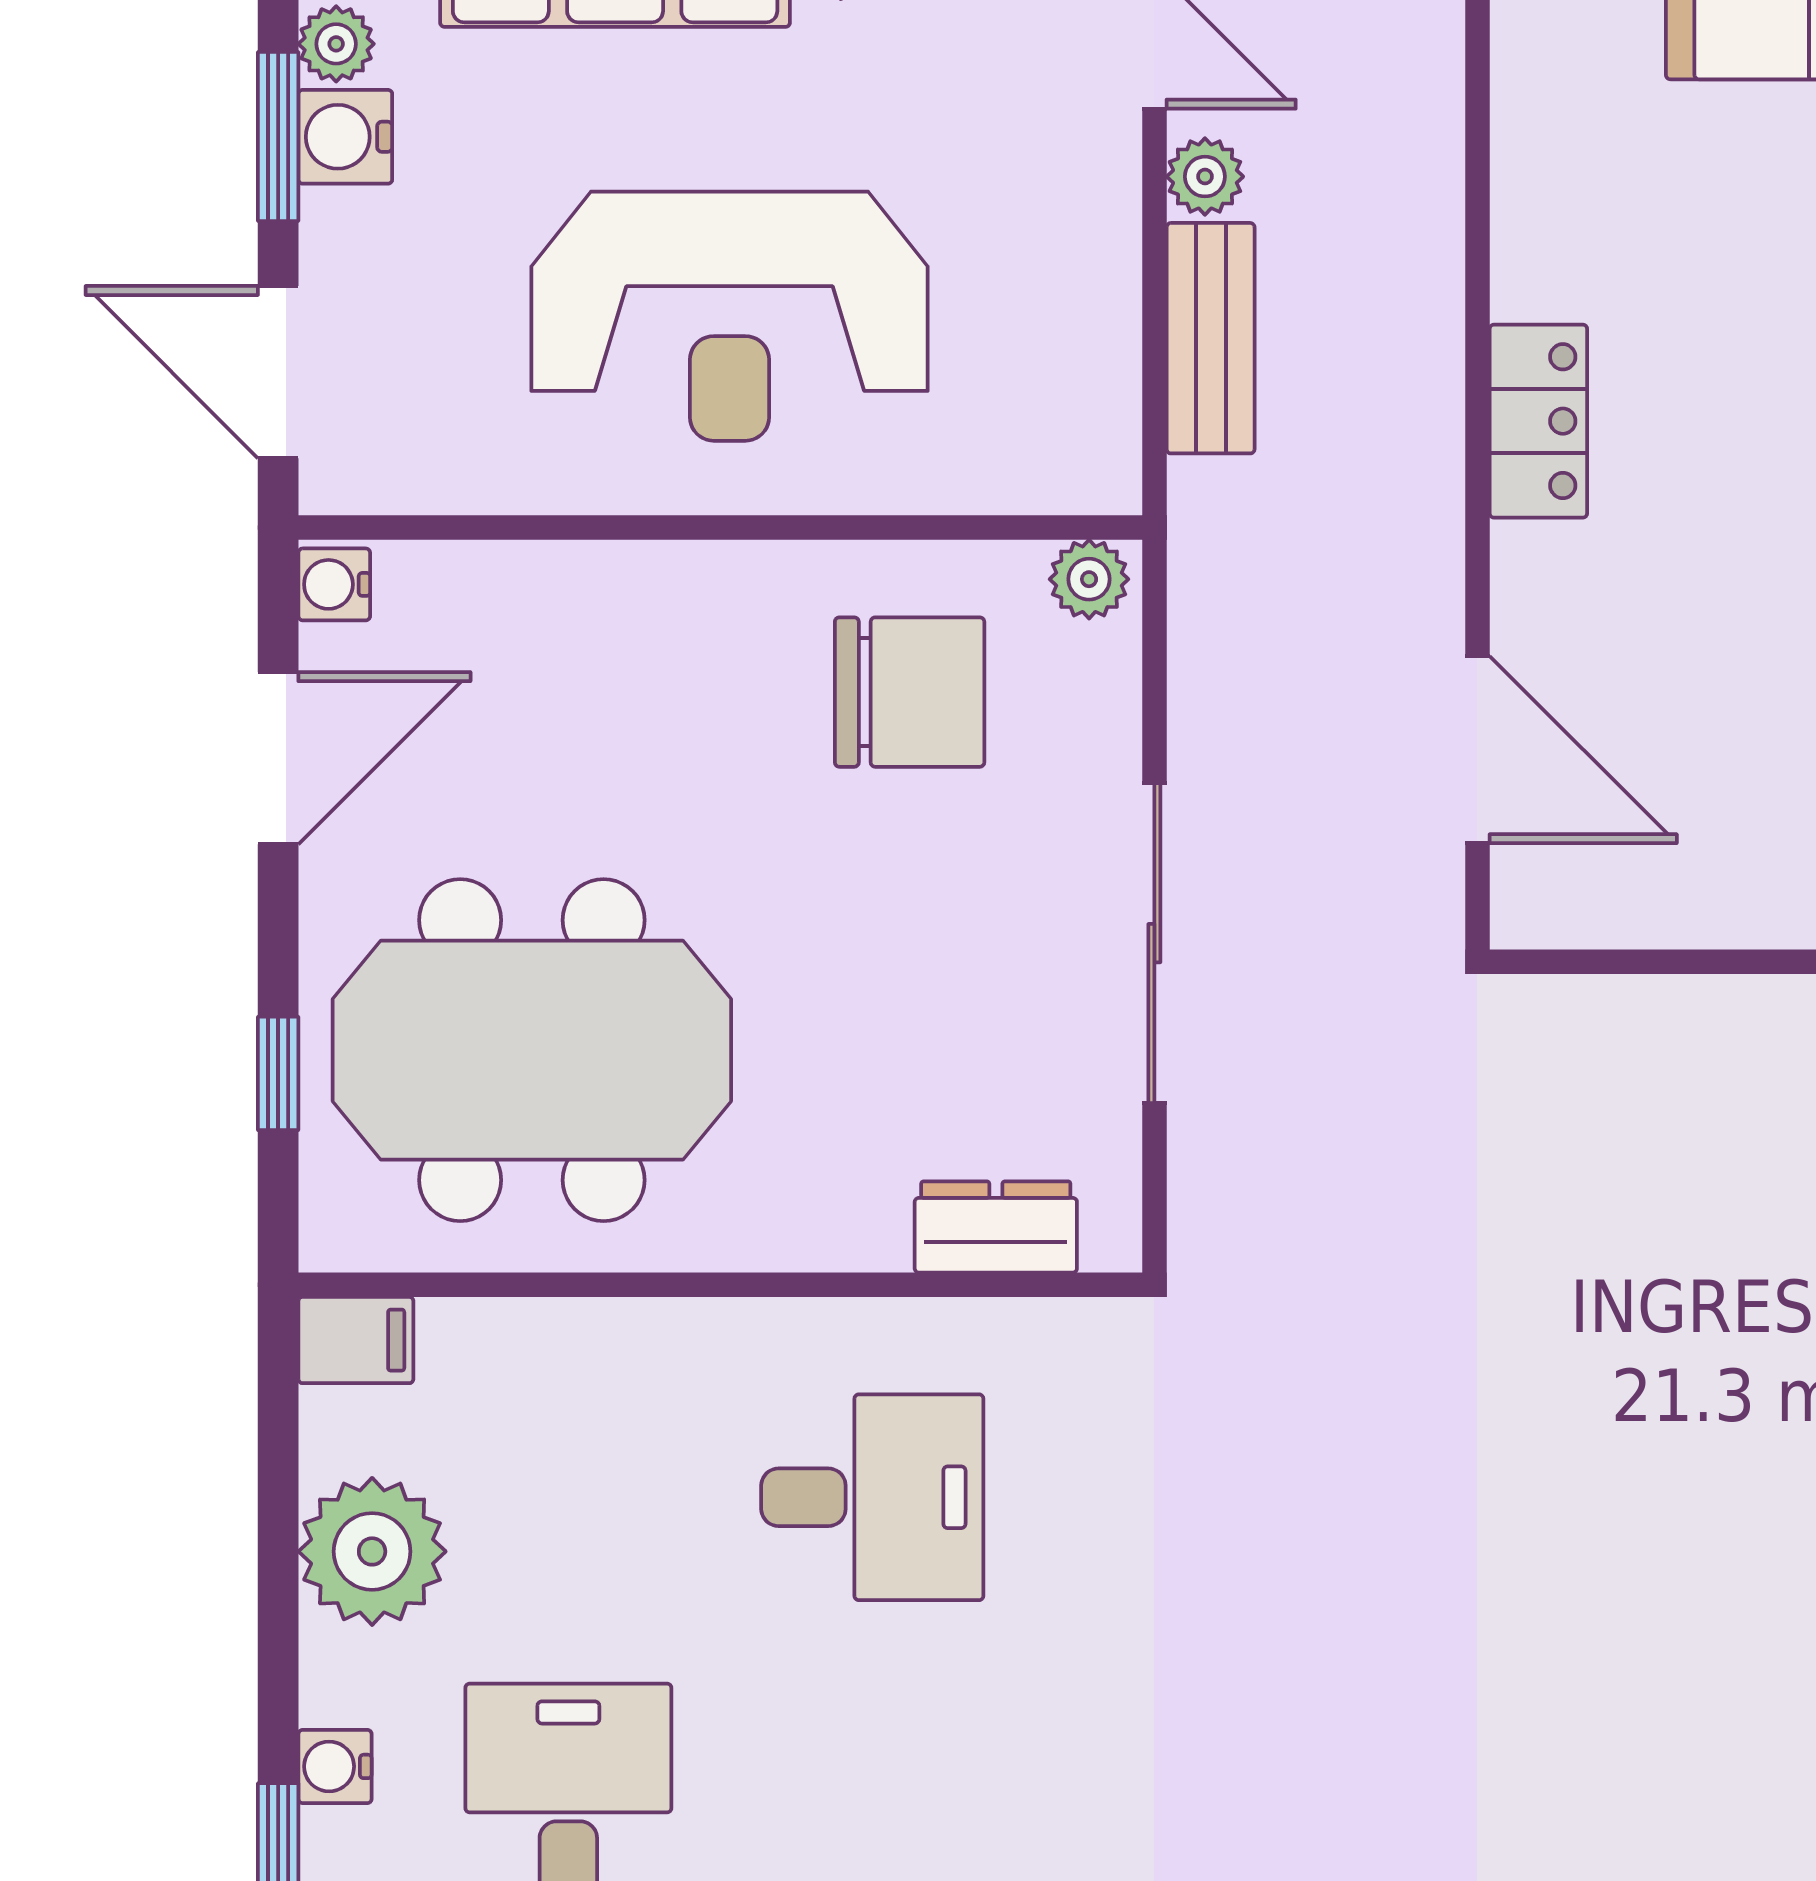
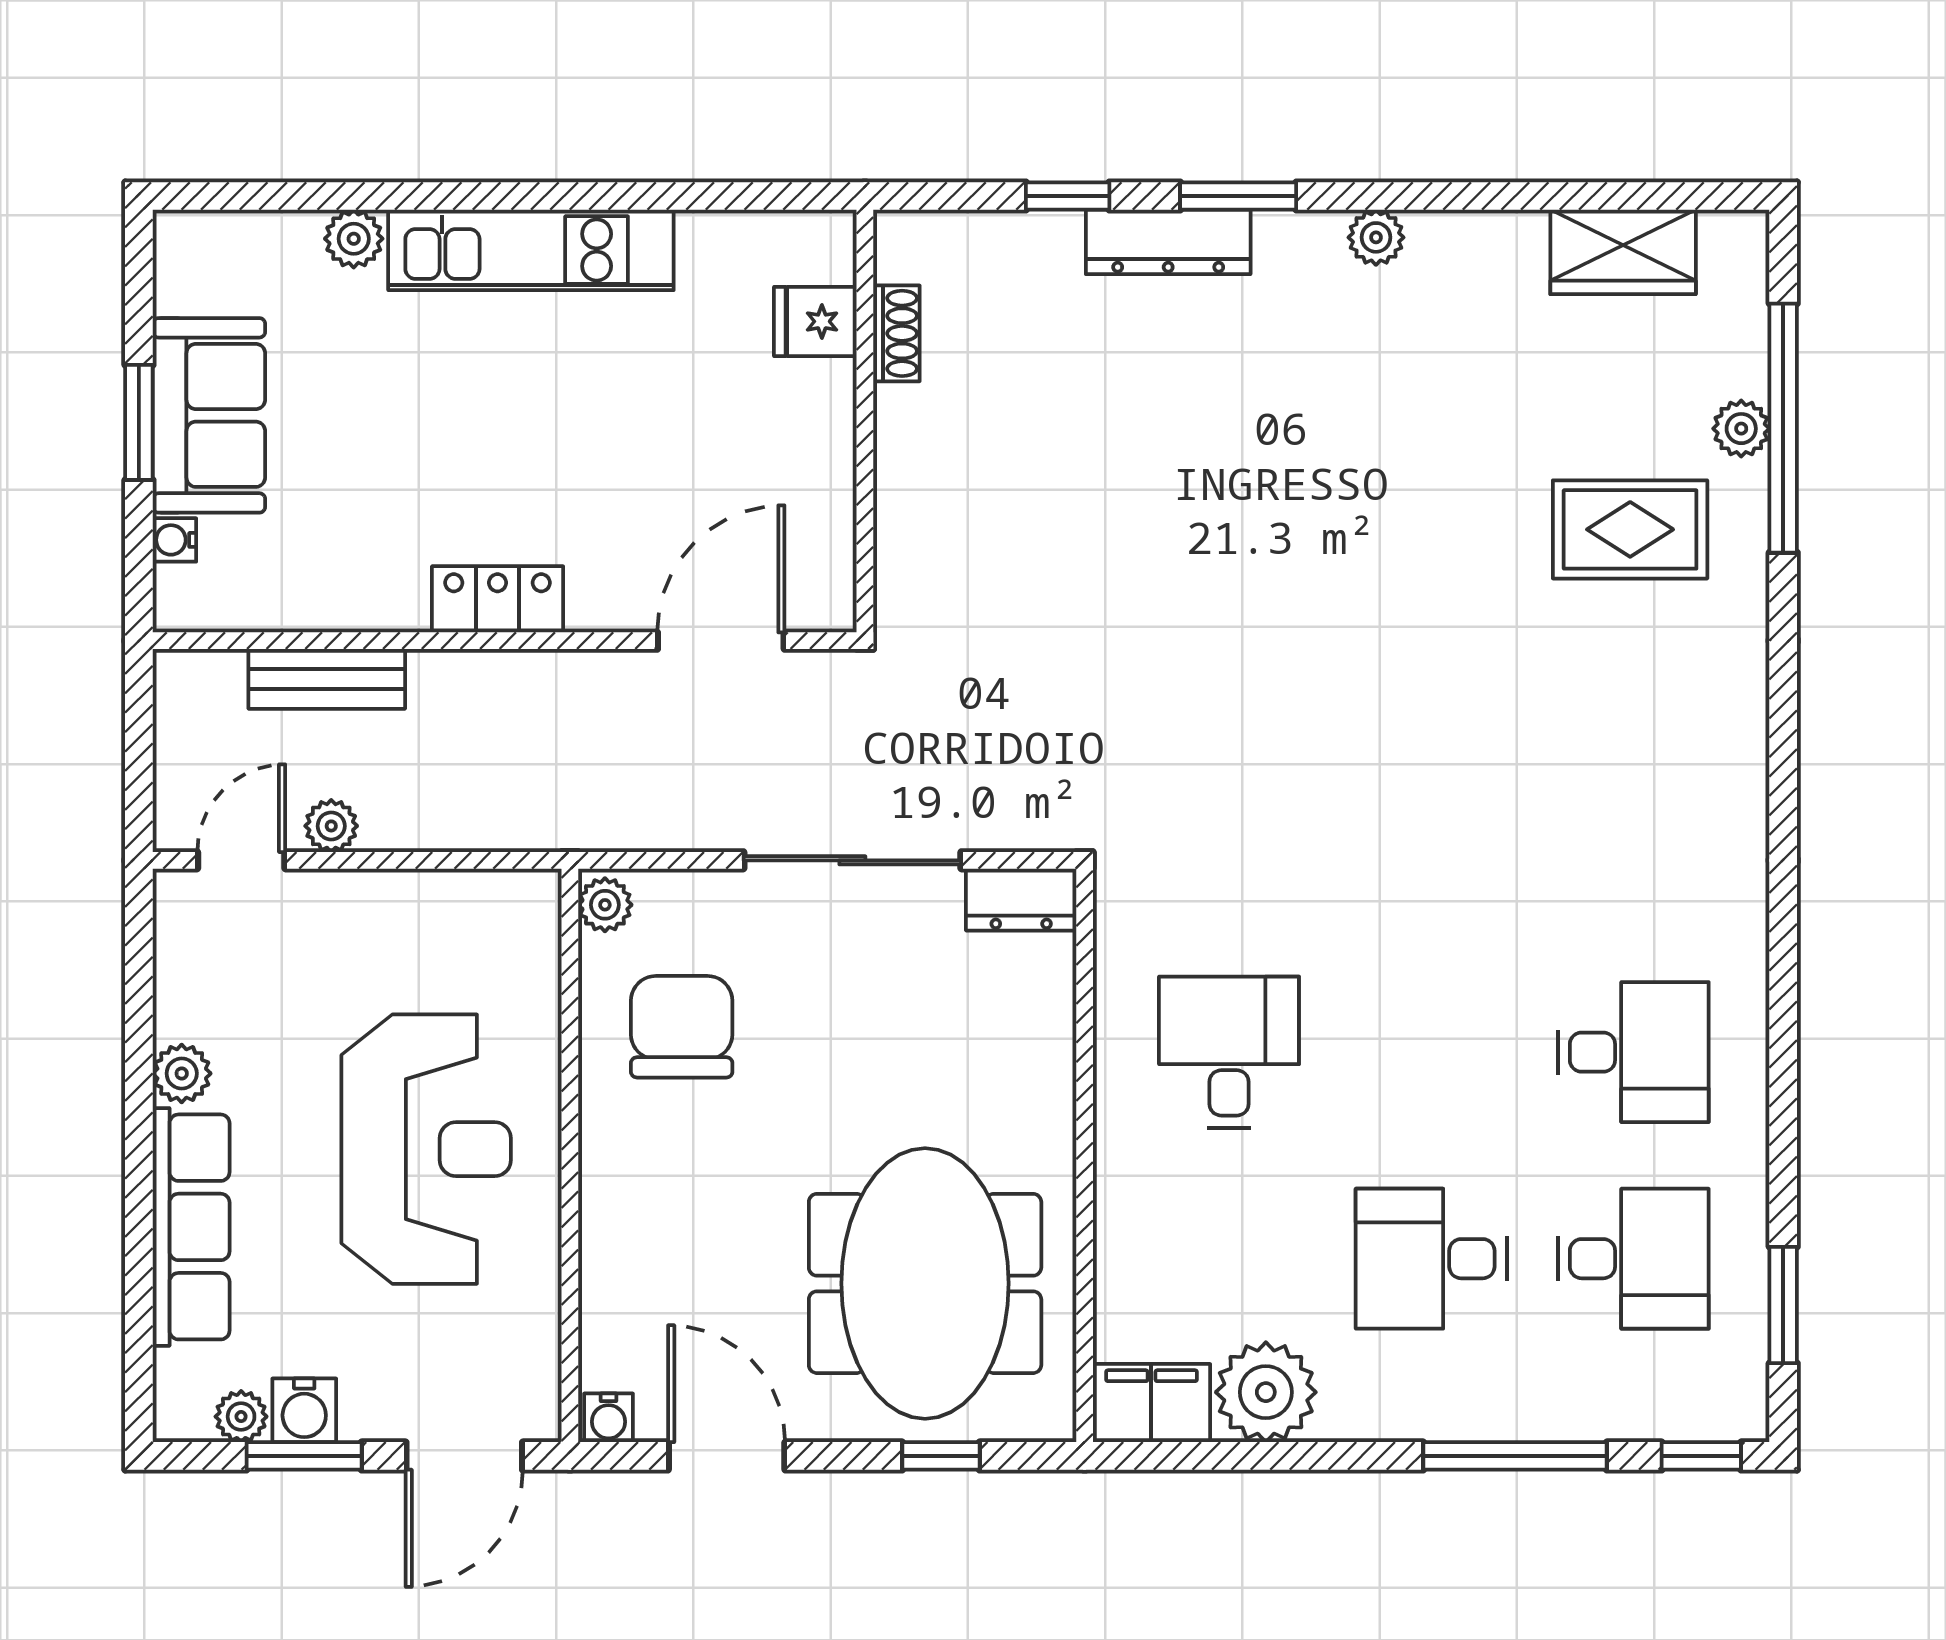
bench: (1211, 338) -> (327, 679), moved
dresser: (996, 1227) -> (1021, 900), moved, turned -90
filing cabinet: (356, 1340) -> (1151, 1403), width x2.00
water cooler: (335, 1766) -> (1412, 1417), removed

